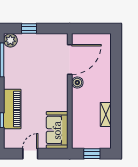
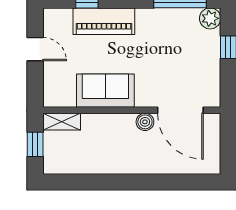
shelving: (106, 114) -> (62, 122), moved
sofa: (57, 130) -> (105, 91), moved

